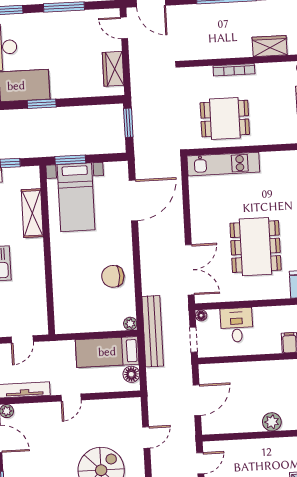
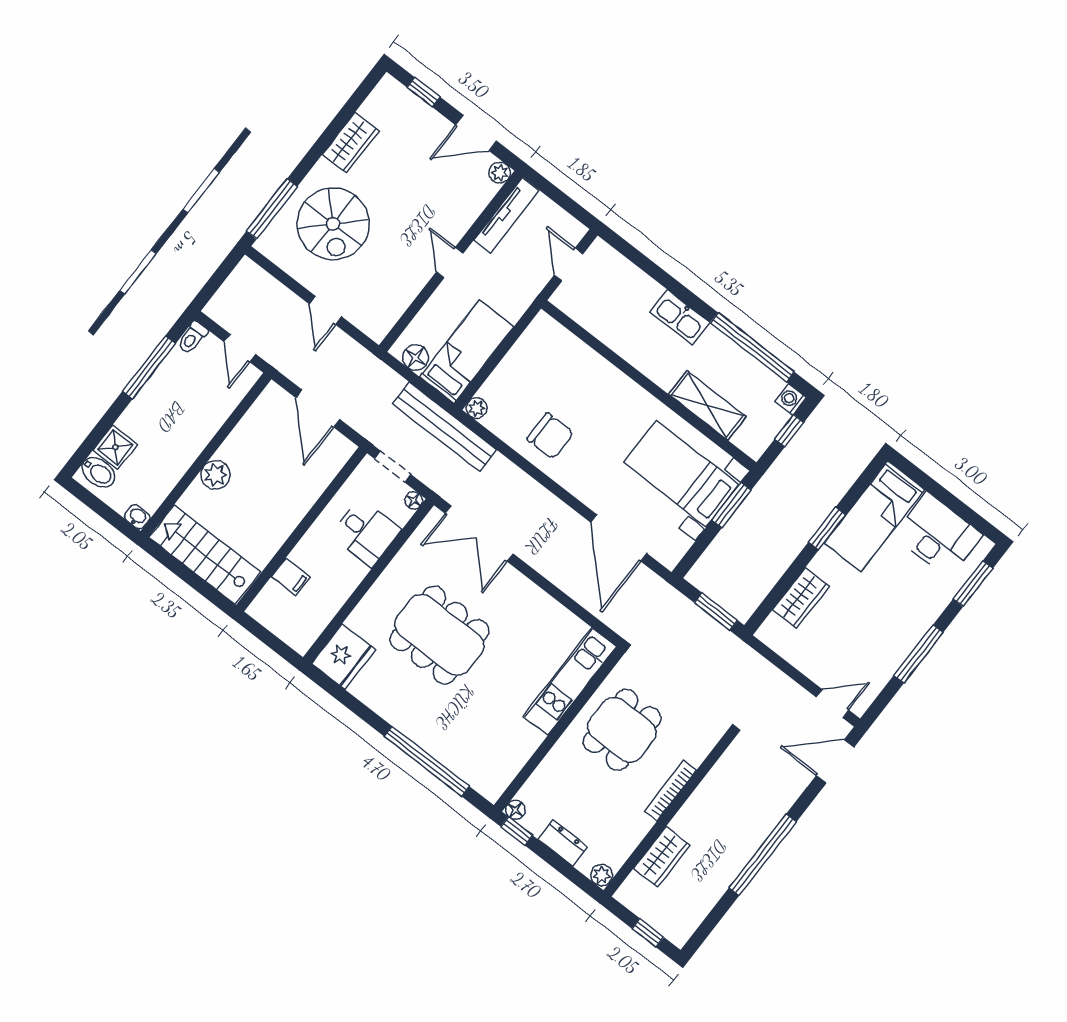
wardrobe: (113, 69) -> (801, 598), moved, turned 90
chair: (113, 276) -> (550, 436), turned 90

